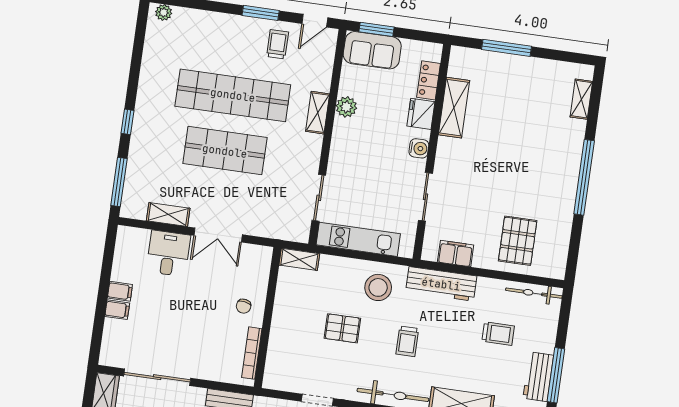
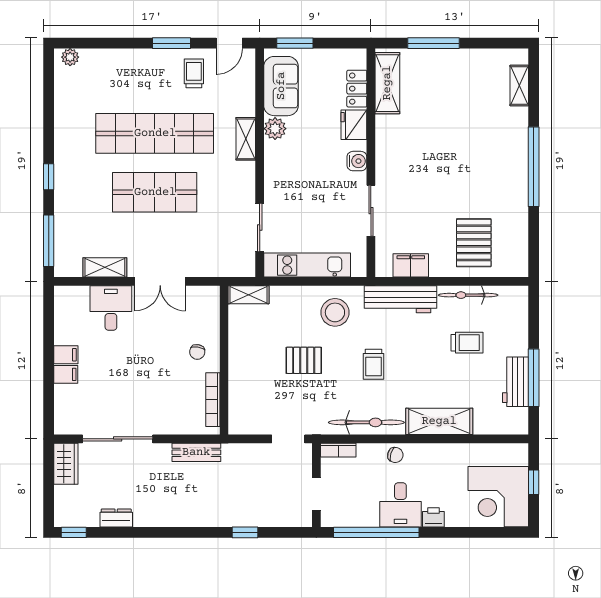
sofa: (372, 50) -> (281, 86), moved, turned -90
shelving: (454, 108) -> (387, 83), moved
bicycle: (534, 293) -> (468, 295), moved

